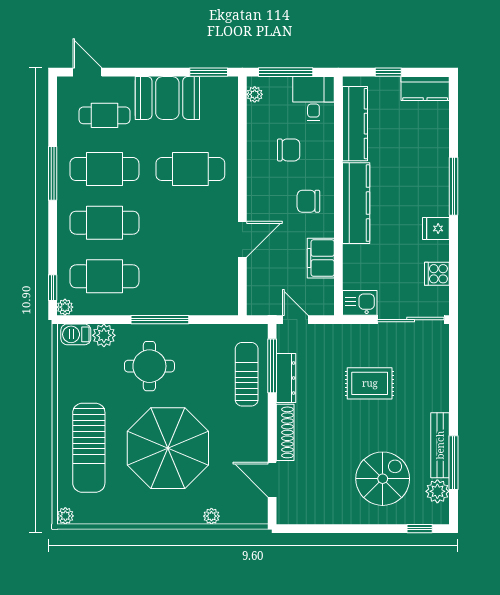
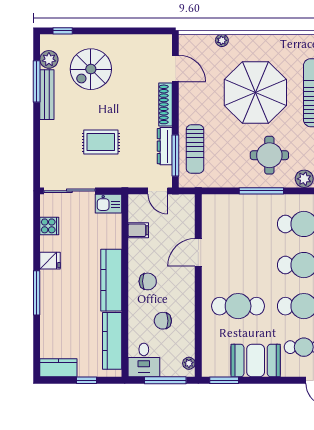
filing cabinet: (321, 258) -> (138, 230), width x0.50

